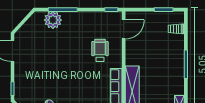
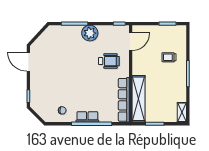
plant: (53, 20) -> (90, 33), moved
trolley: (176, 29) -> (169, 57), moved
wheelchair: (100, 50) -> (109, 61), turned 90

